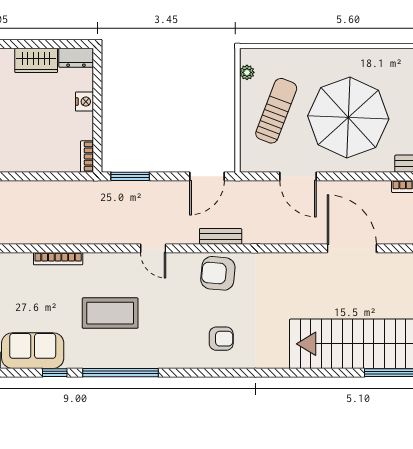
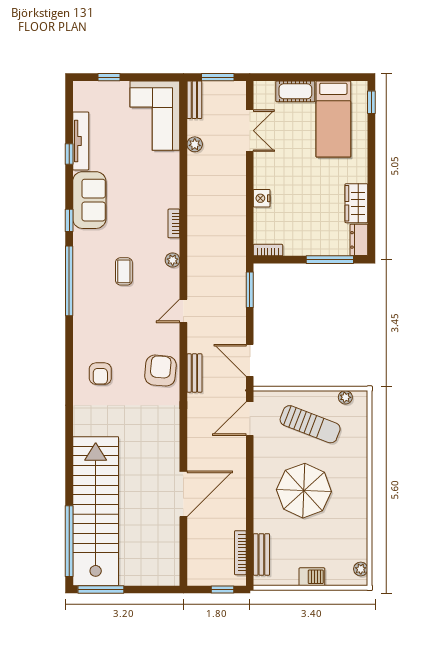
window: (97, 89) -> (330, 260), added
nightstand: (84, 102) -> (262, 198), moved, turned 90
parasol: (348, 117) -> (304, 491), width x0.73, depth x0.73
door: (298, 176) -> (250, 419), moved
bookcase: (58, 259) -> (174, 223), width x0.64
plant: (98, 260) -> (173, 260), added
coffee table: (110, 313) -> (124, 271), width x0.54, depth x0.58

